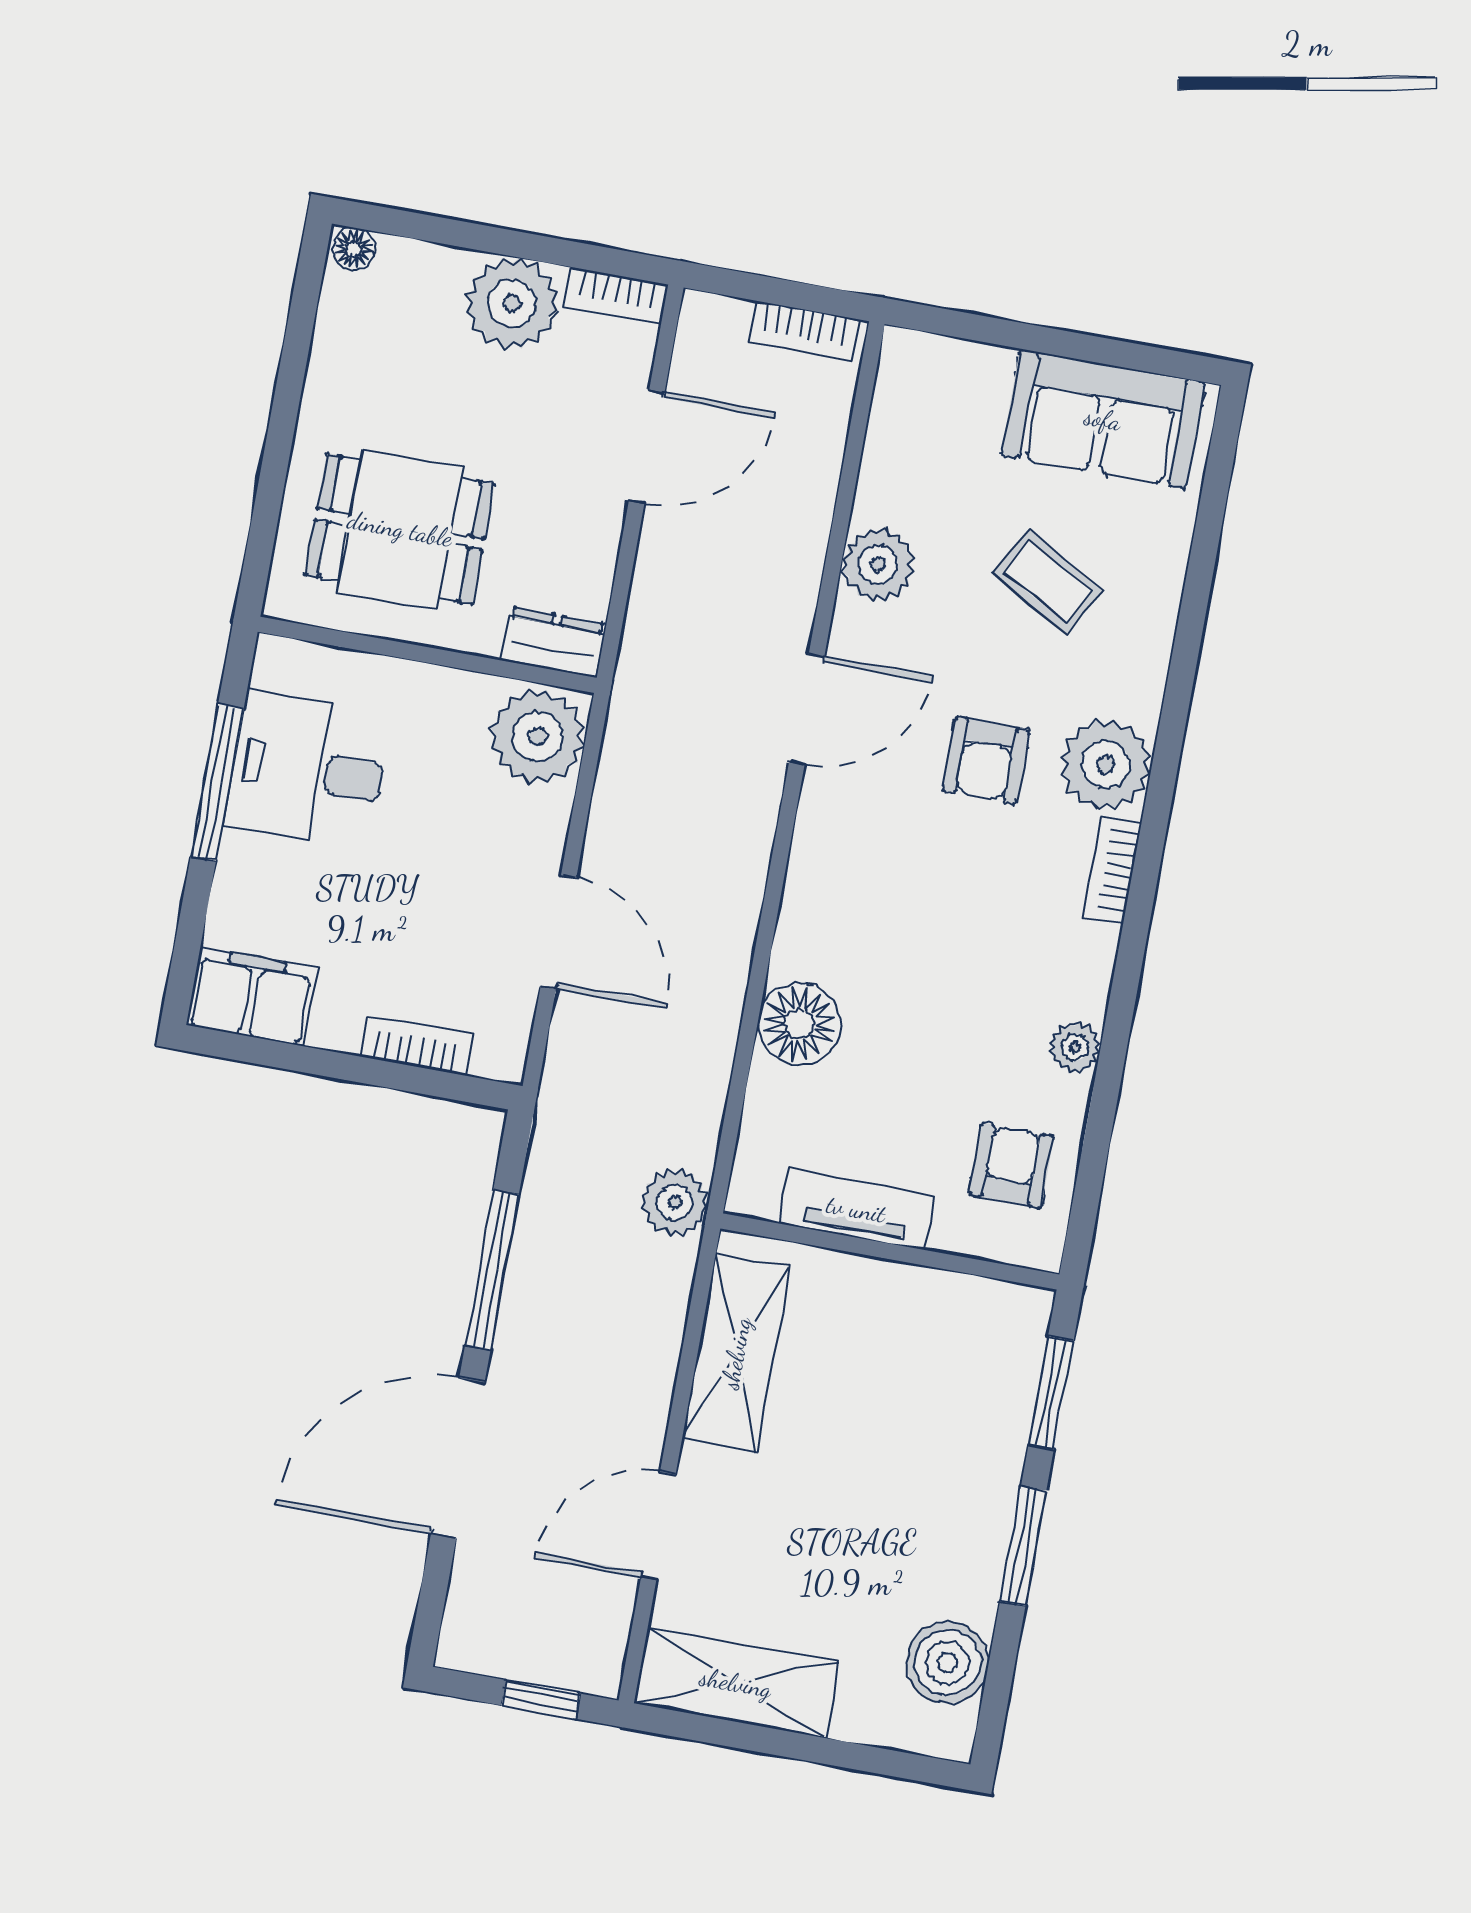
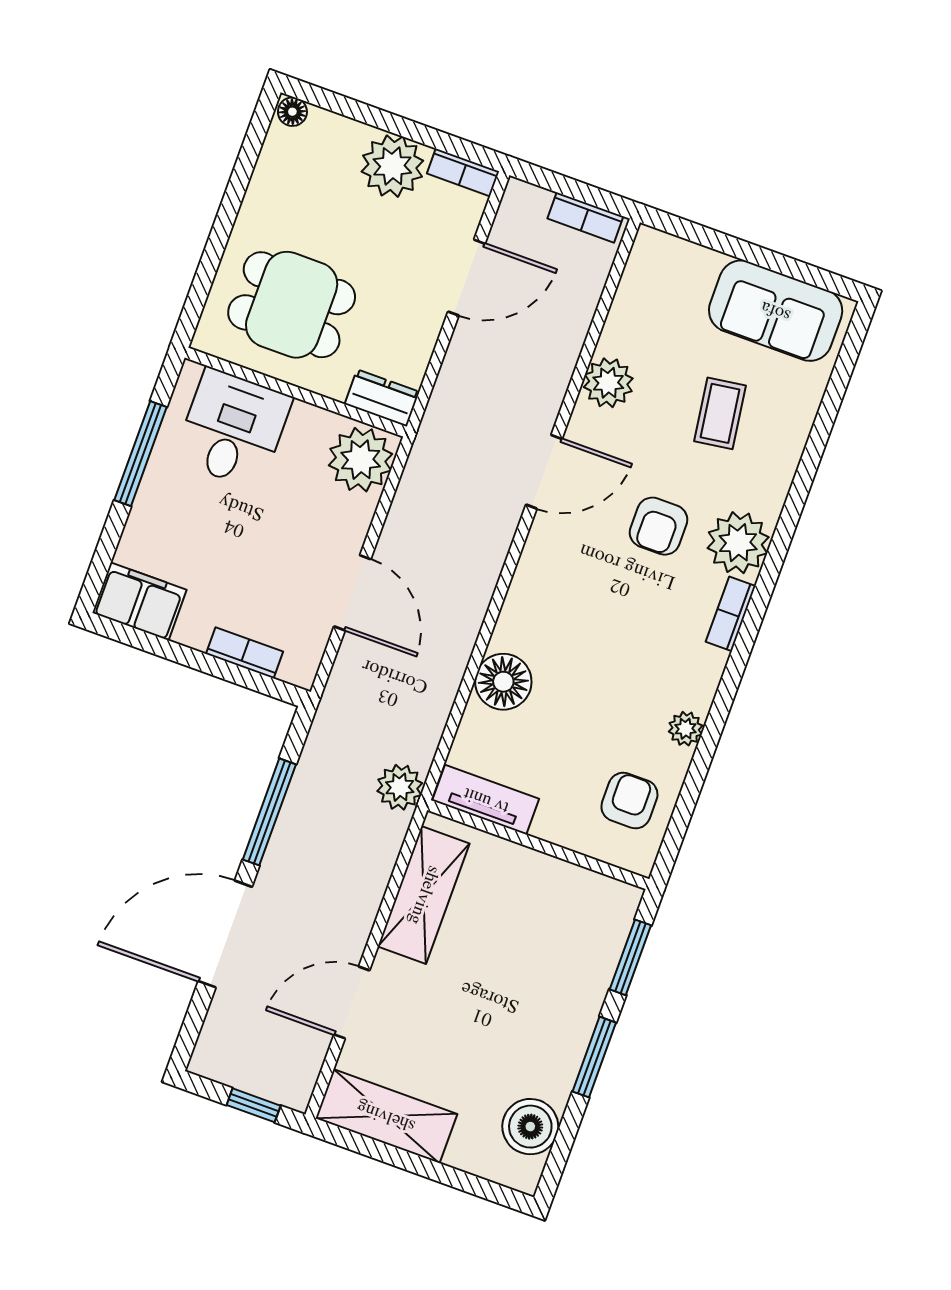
coffee table: (1048, 582) -> (720, 413), turned 53
desk: (308, 770) -> (233, 429), moved, turned 90
tv unit: (856, 1209) -> (486, 800), moved

